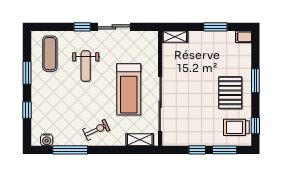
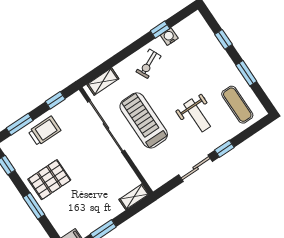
weight bench: (86, 66) -> (197, 115), turned 180
pallet: (230, 93) -> (49, 180), turned 90
trolley: (236, 127) -> (44, 131), moved
water cooler: (47, 140) -> (169, 37), moved
window: (70, 150) -> (160, 30), width x0.46
window: (197, 150) -> (55, 100), moved

